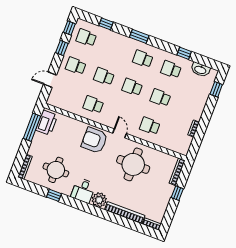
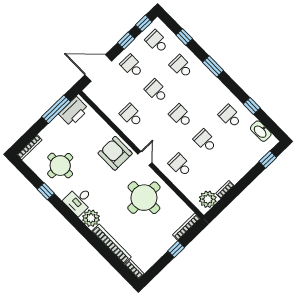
school desk: (143, 59) -> (181, 67), moved
door: (50, 80) -> (98, 68), width x1.87
plant: (184, 142) -> (208, 199), added

